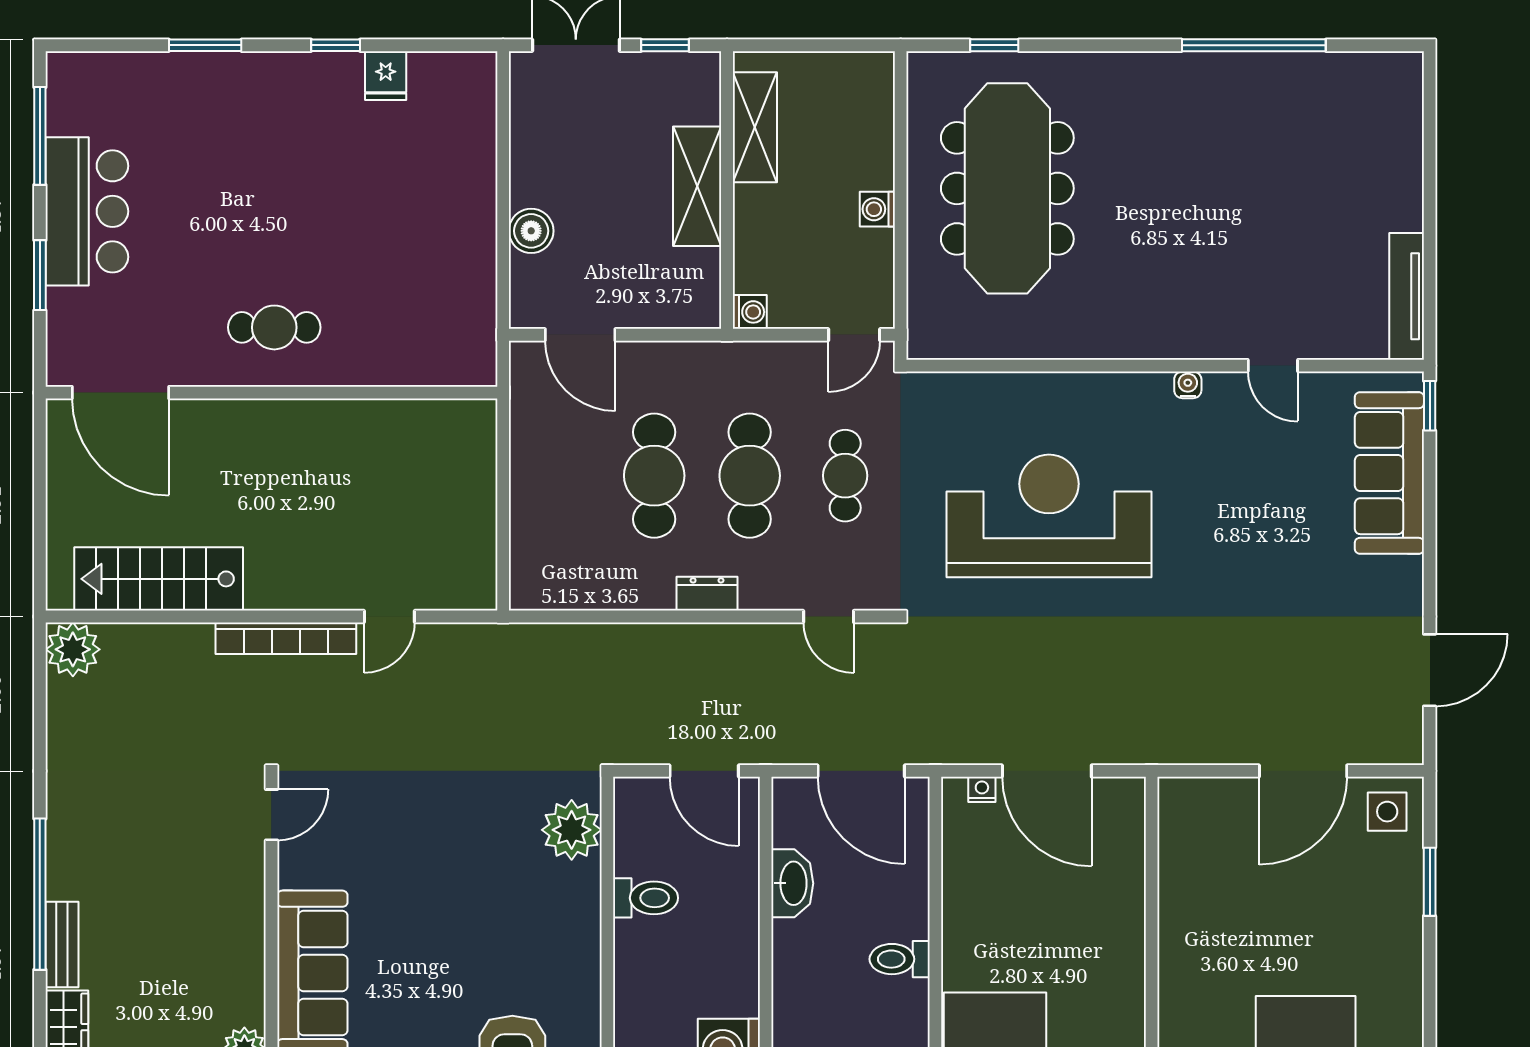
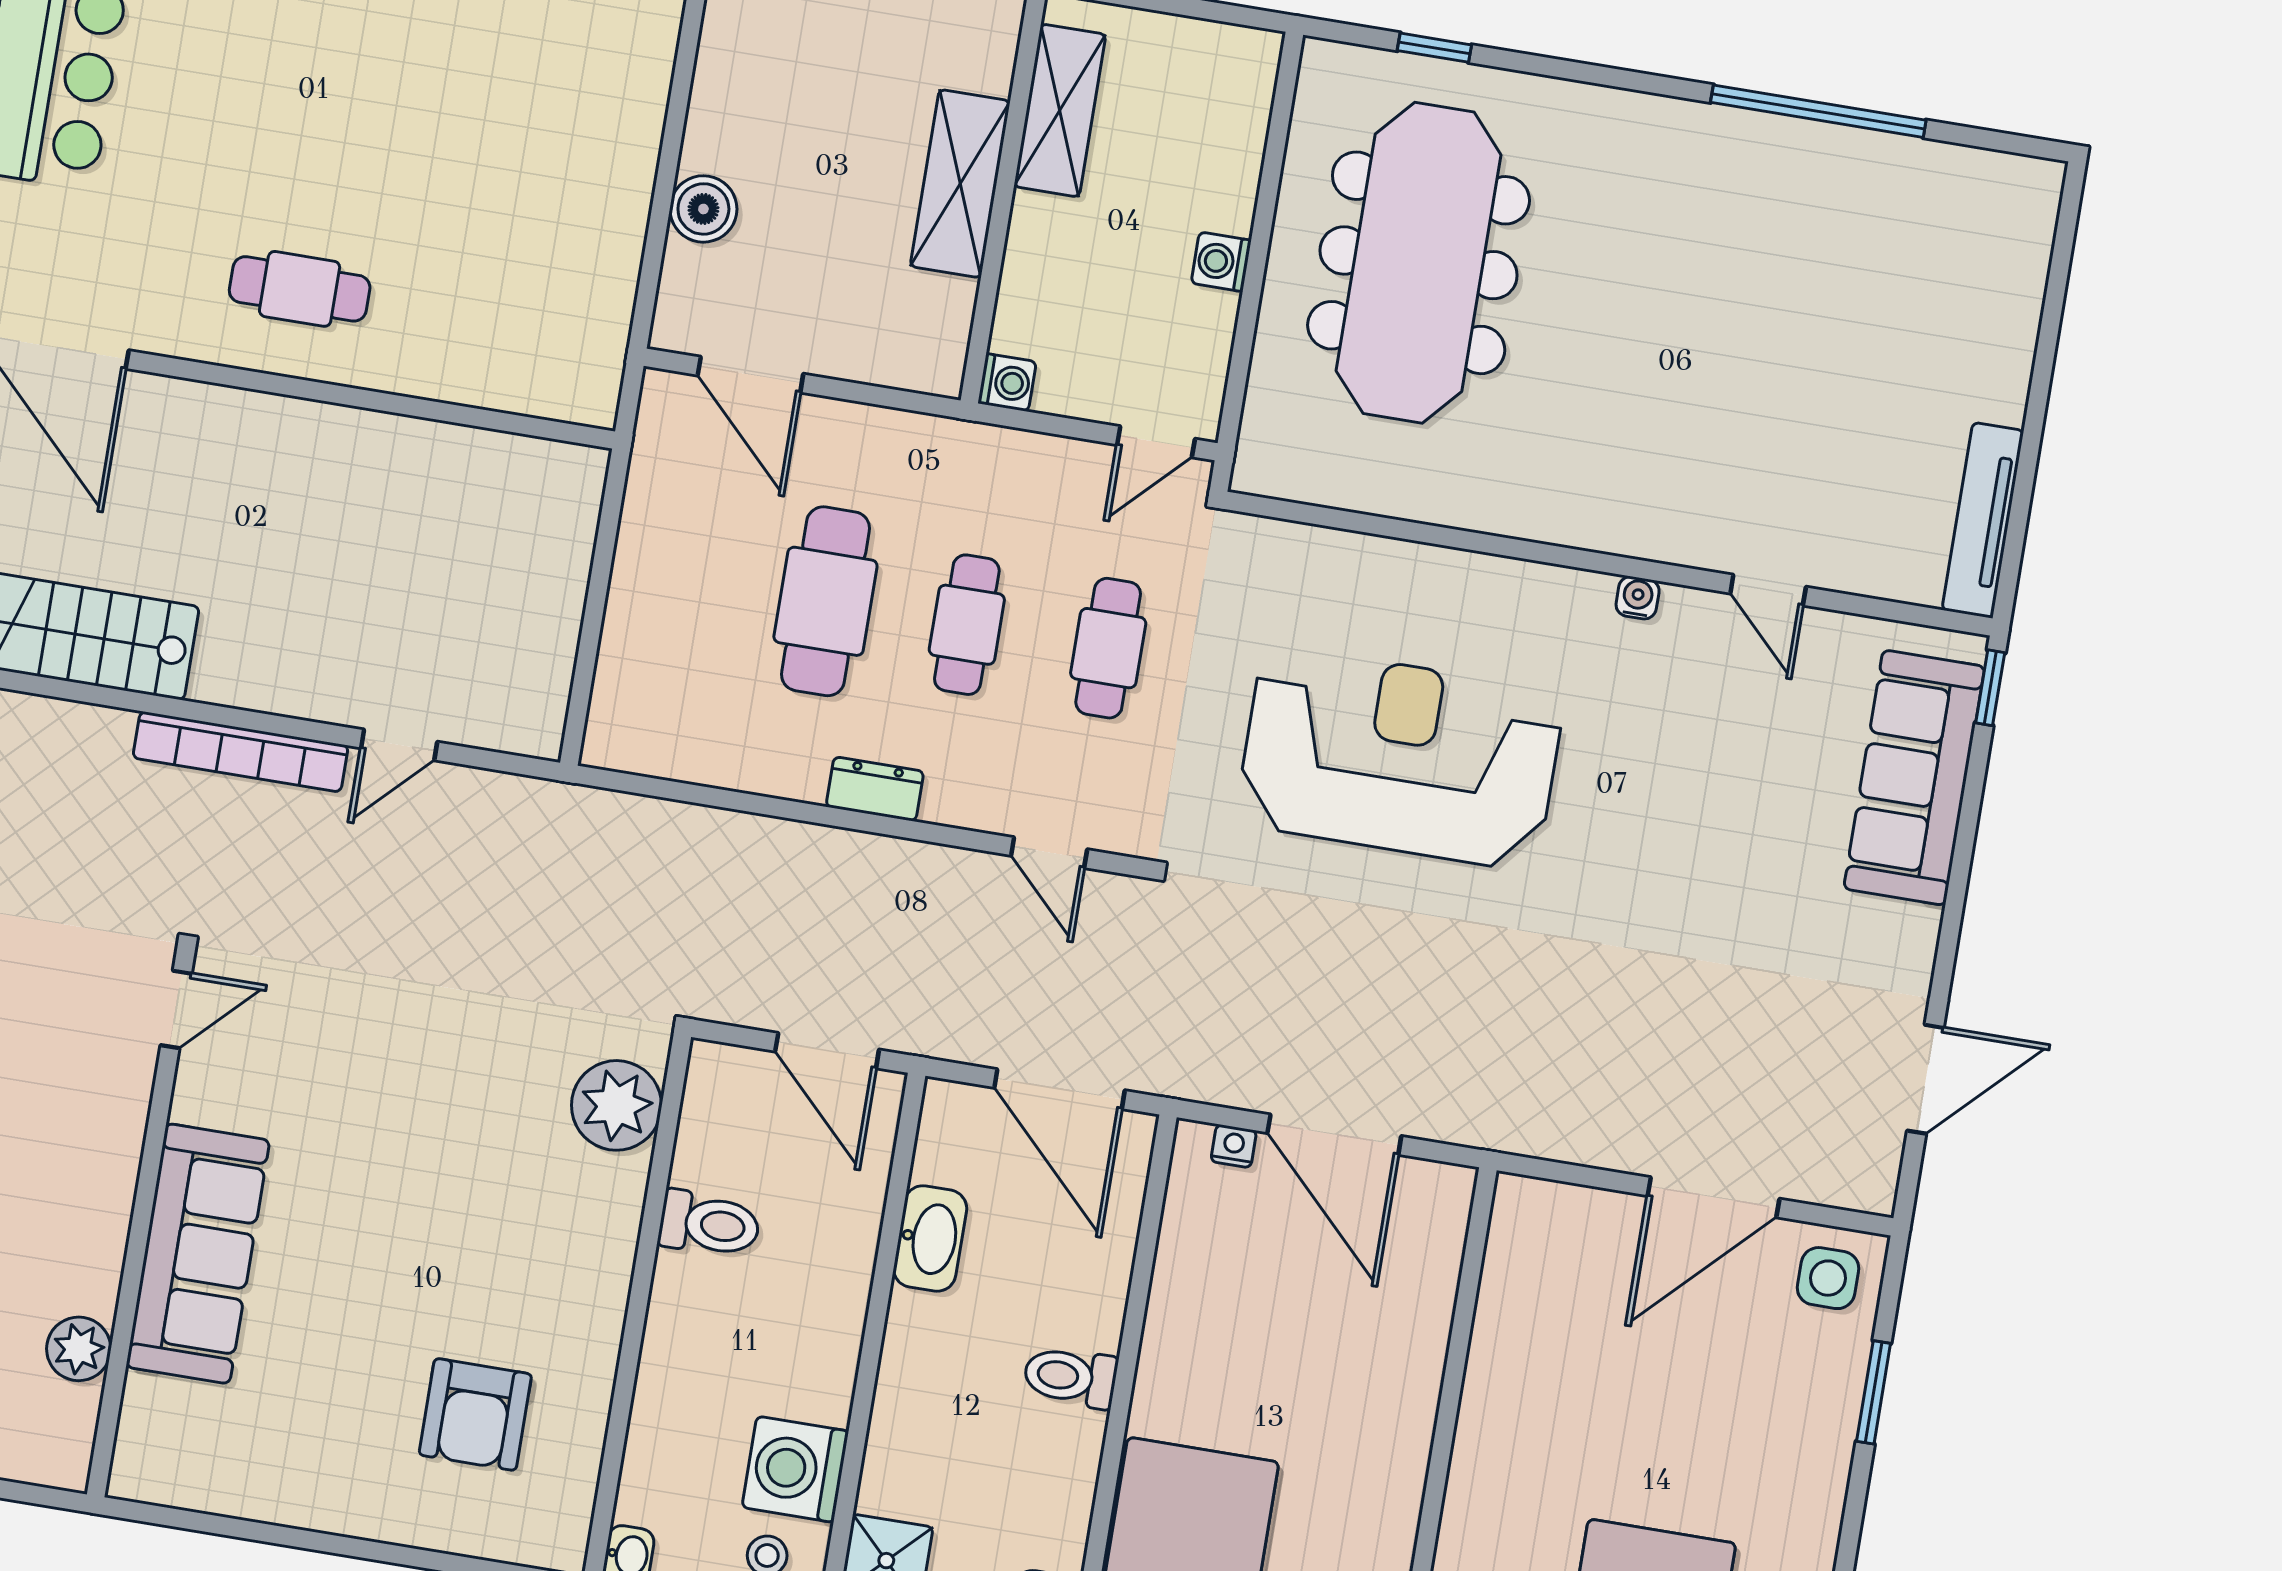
cafe table: (750, 476) -> (967, 625), width x0.73, depth x0.74

